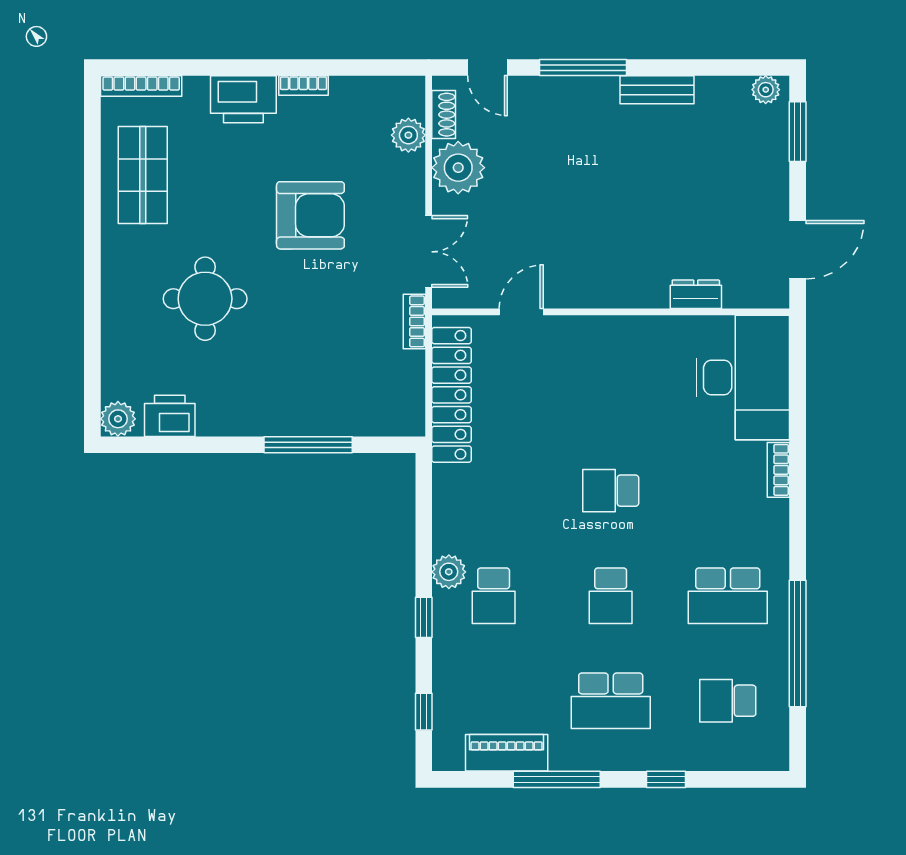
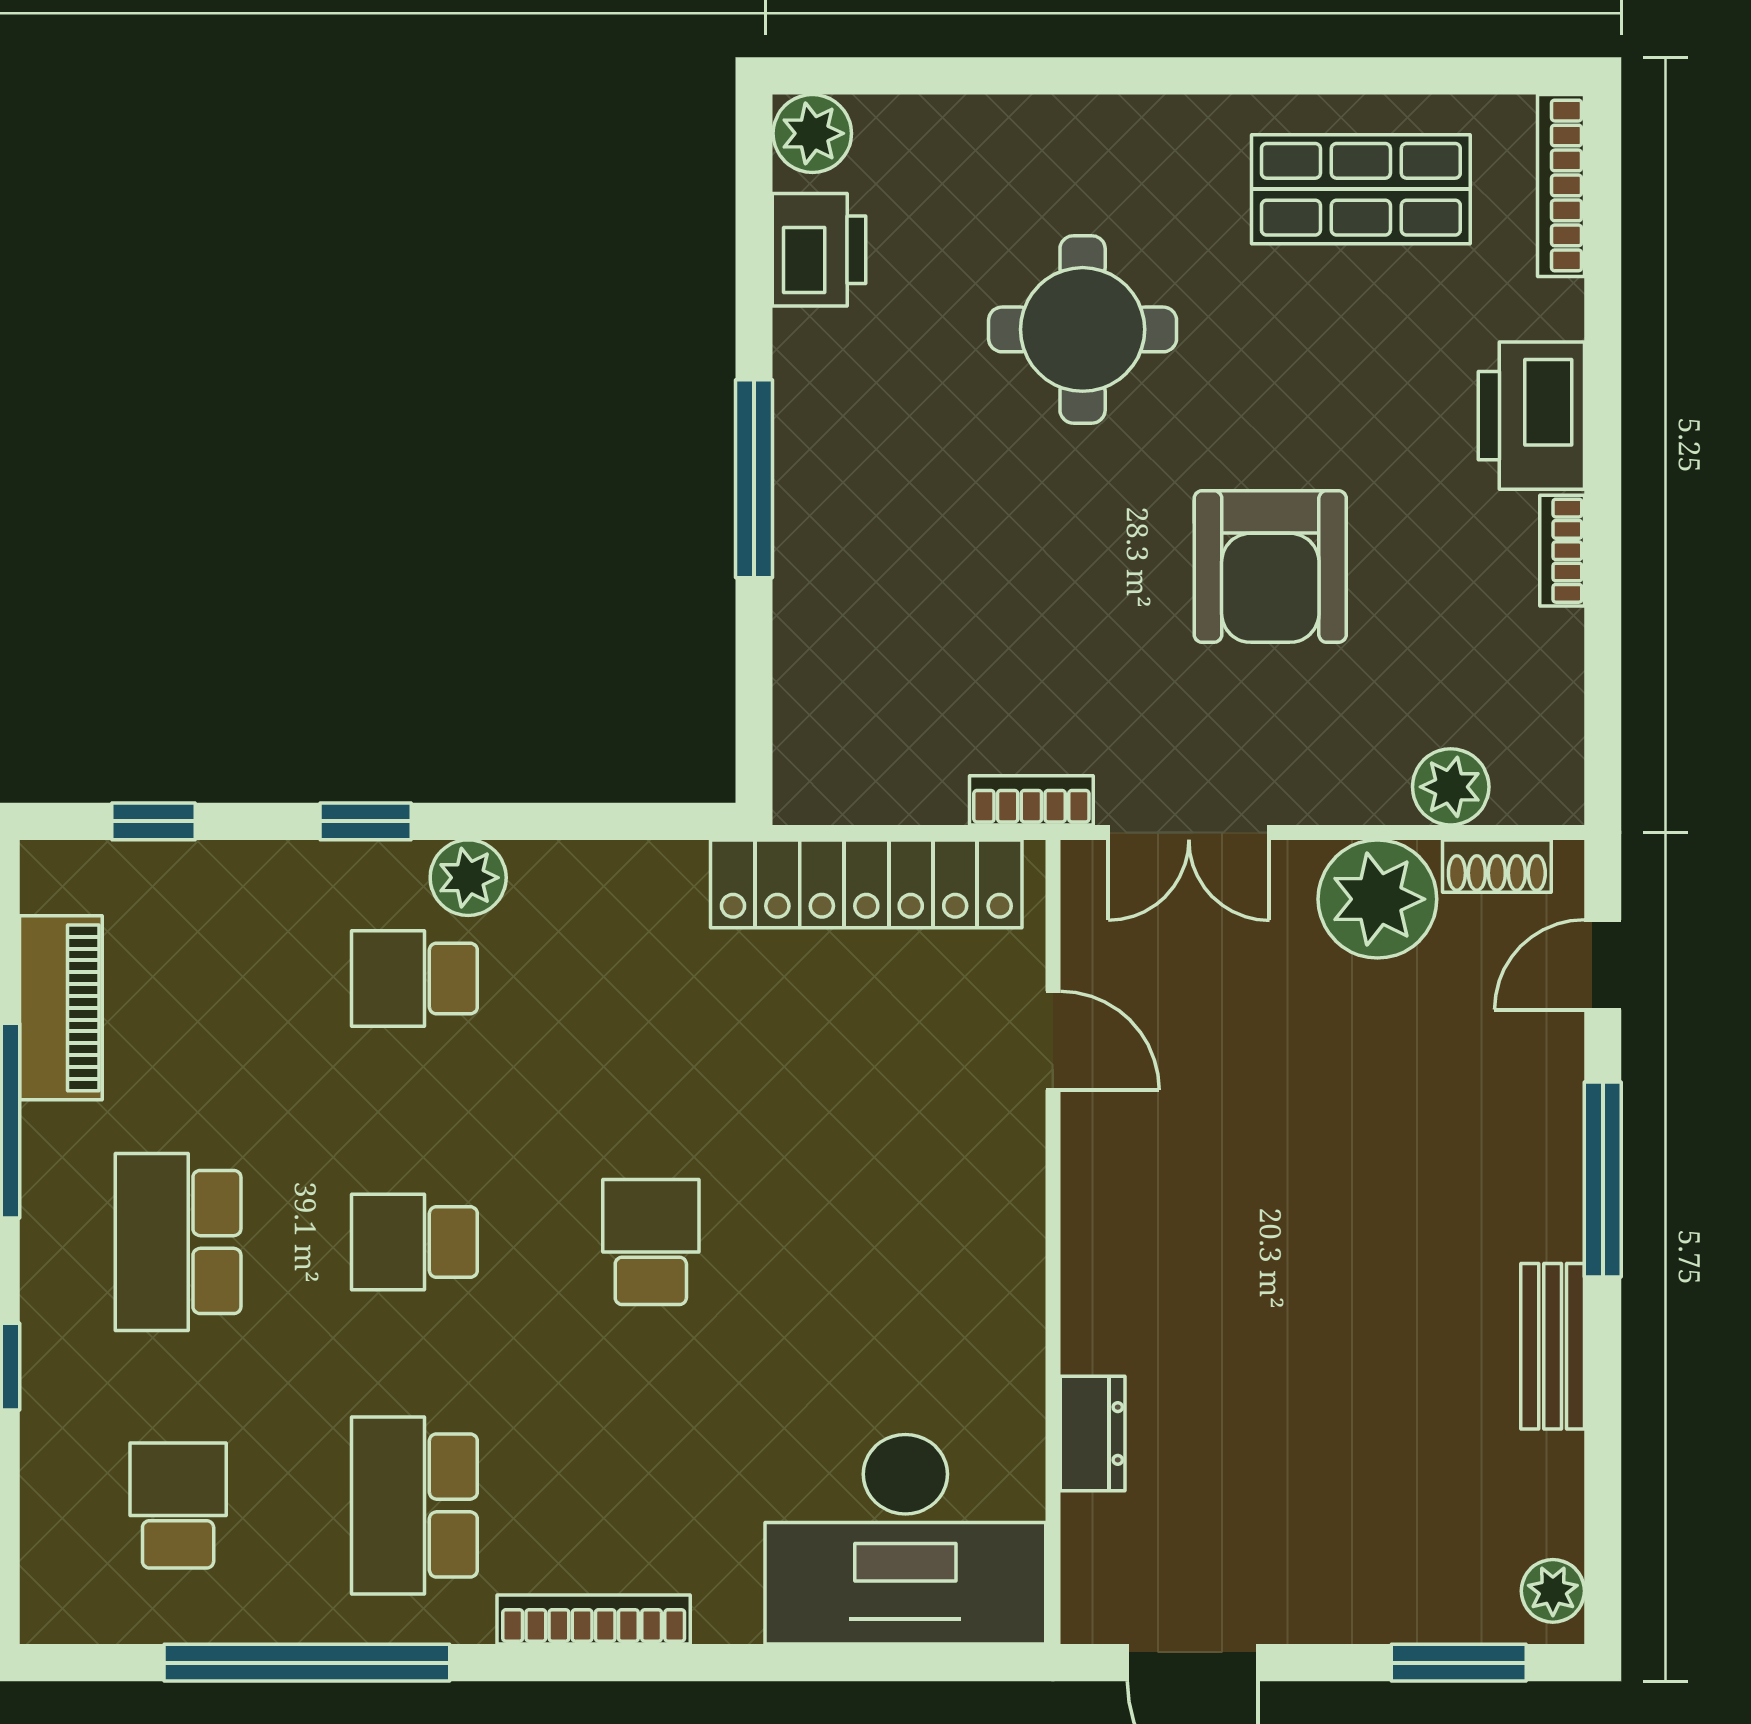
window: (308, 445) -> (754, 479), moved
bookcase: (778, 470) -> (594, 1620), moved, width x1.56

